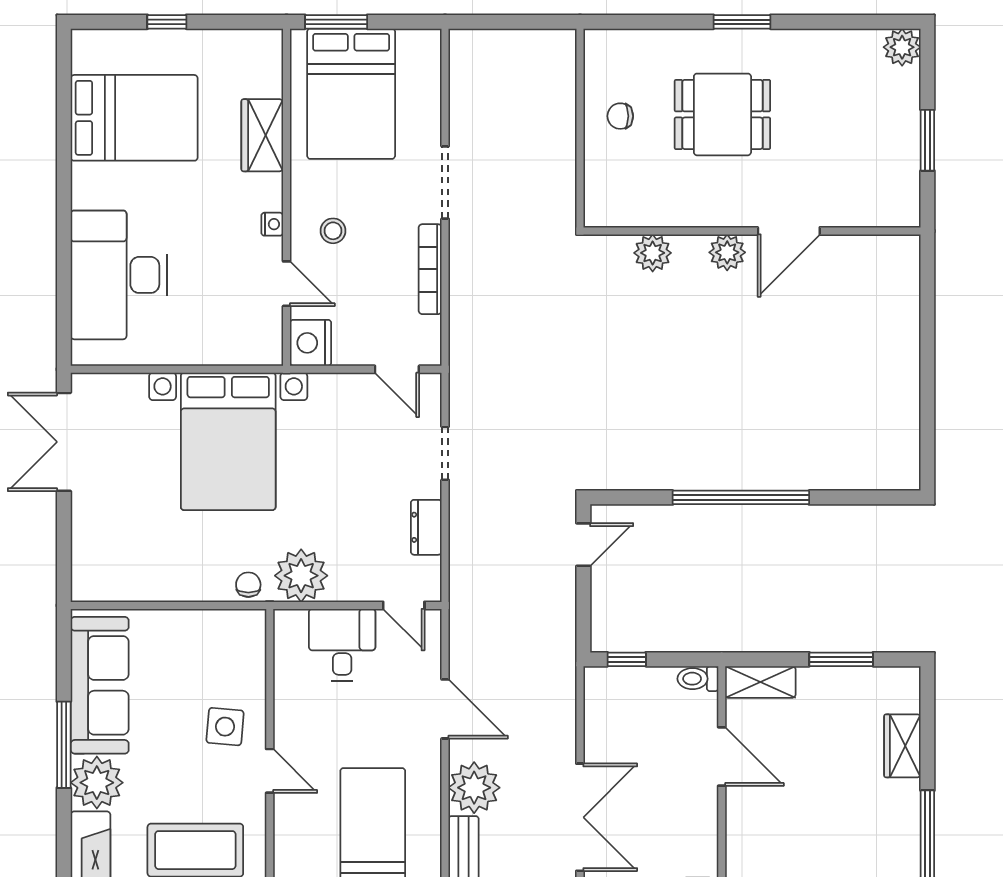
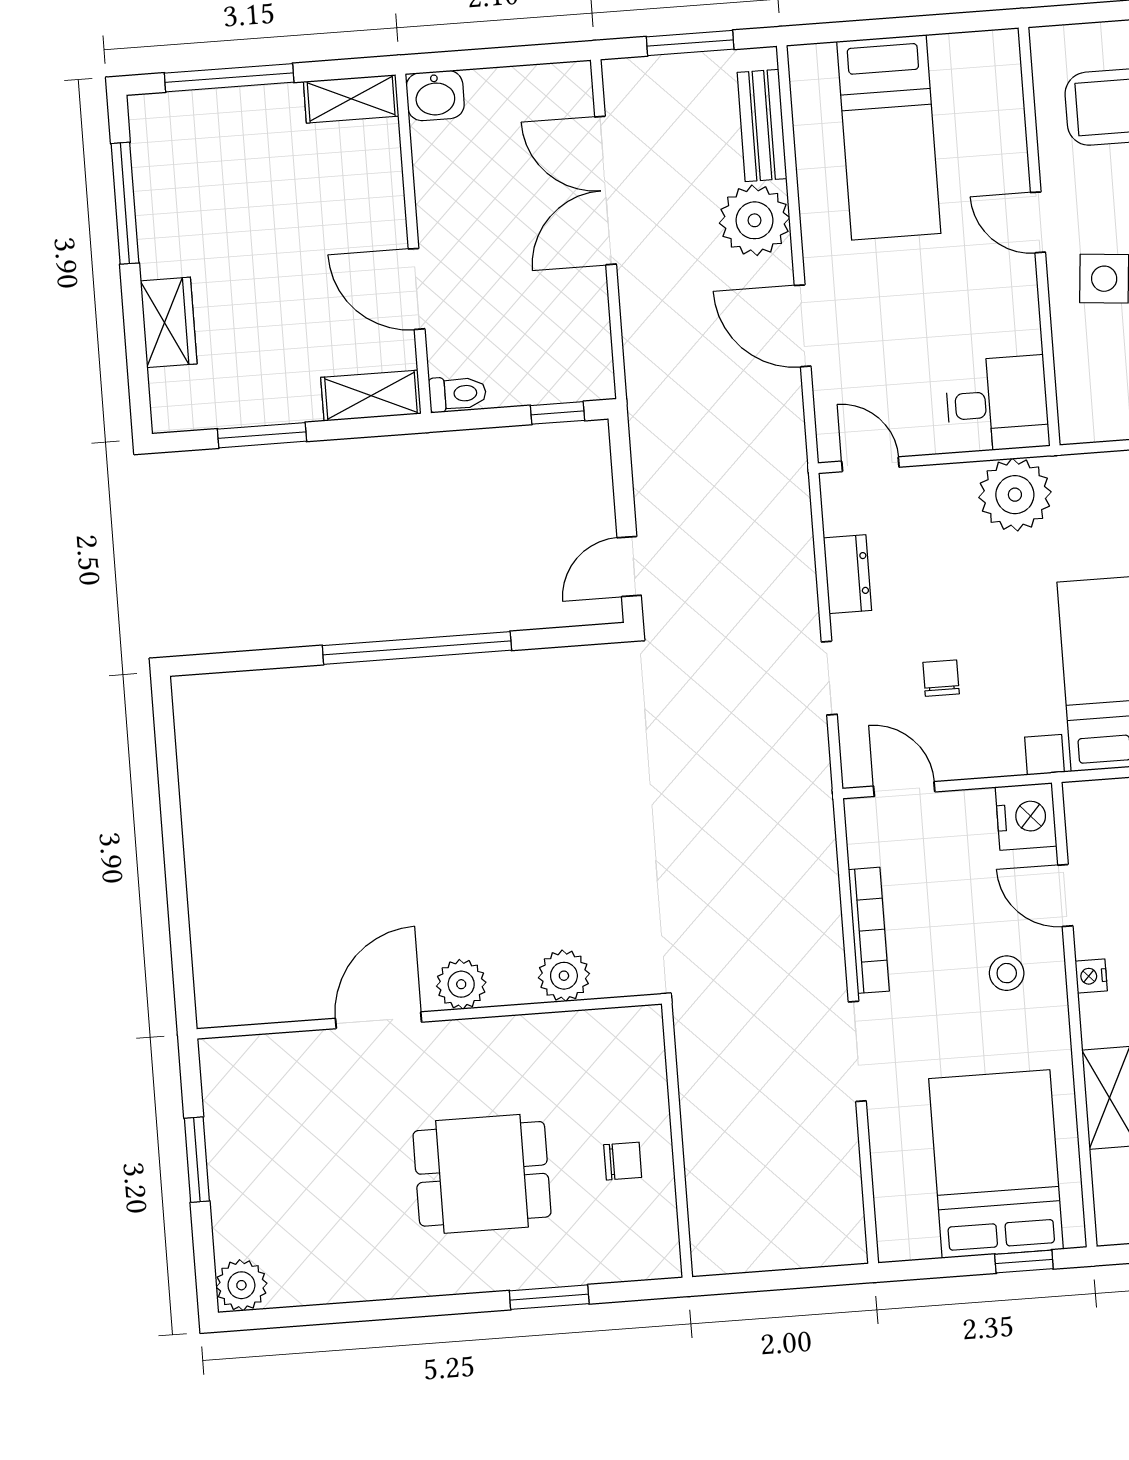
window: (336, 22) -> (1024, 1261), width x0.67
window: (742, 22) -> (549, 1297), moved
chair: (248, 585) -> (941, 678), moved, turned 180
desk: (342, 645) -> (997, 404), moved, turned -90

